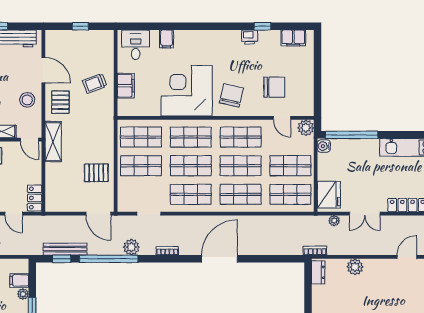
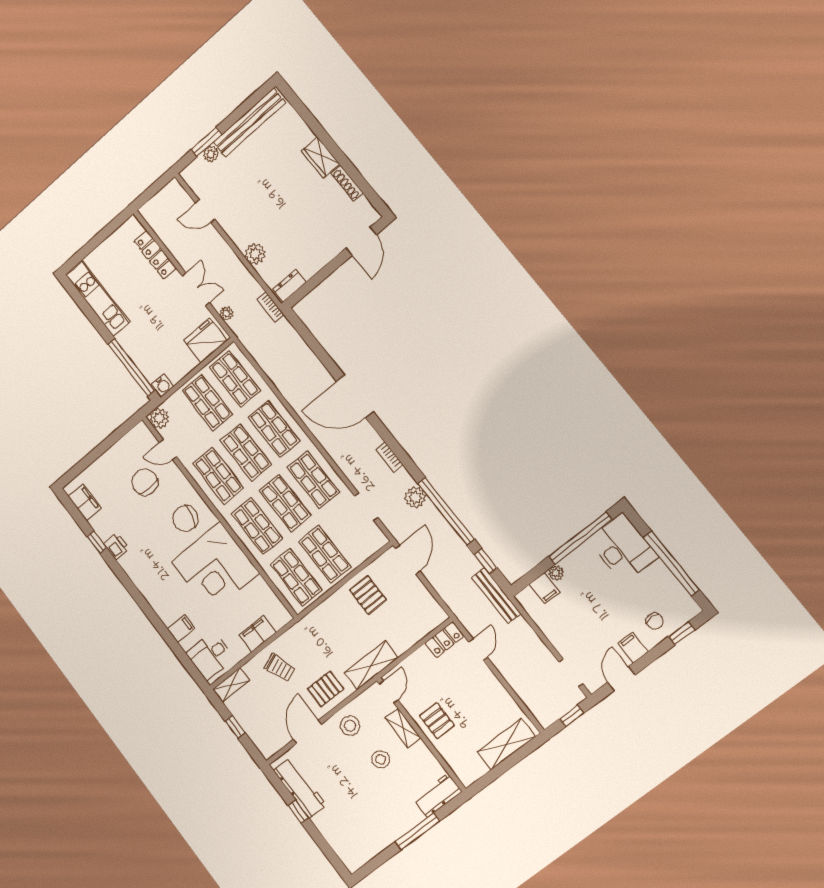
shelving: (108, 44) -> (231, 685), added
door: (282, 118) -> (168, 450), swing flipped
bench: (65, 249) -> (496, 596), moved

